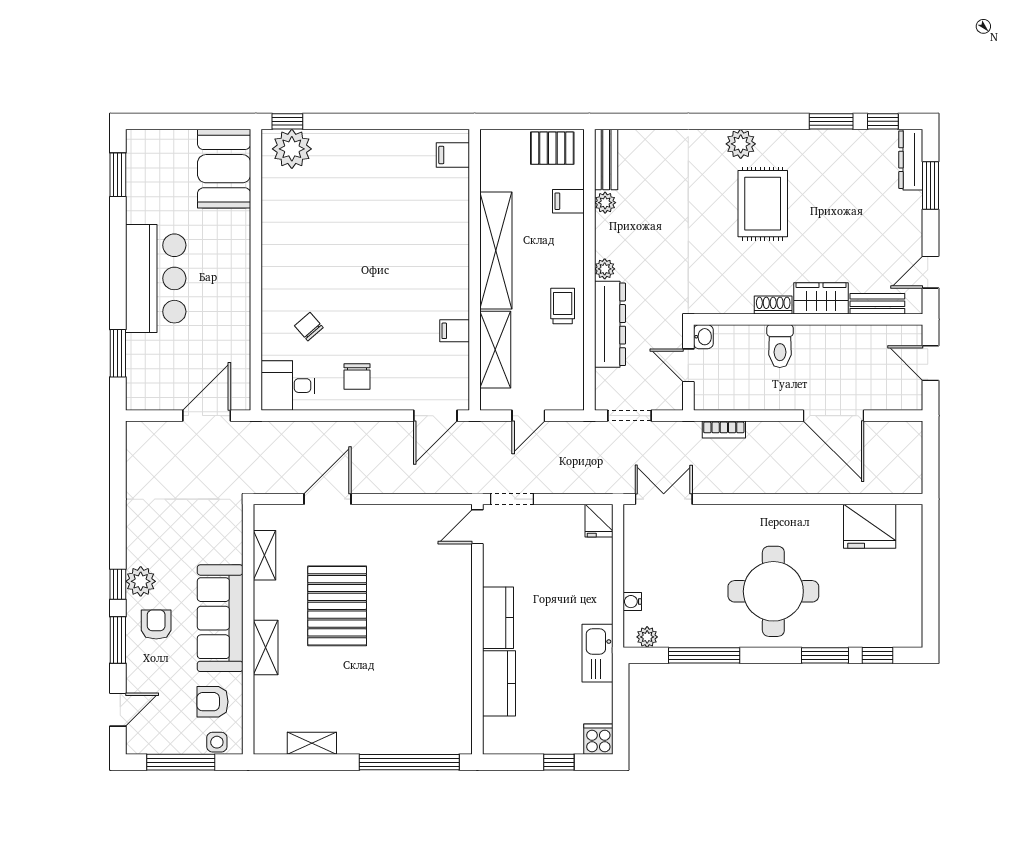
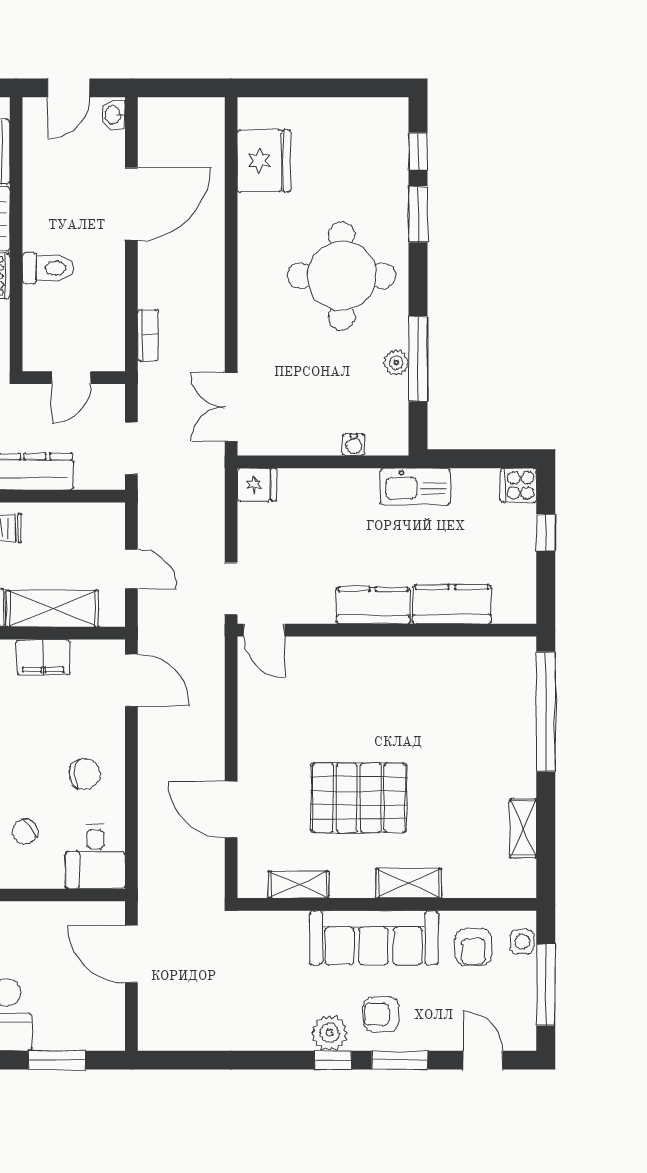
filing cabinet: (455, 331) -> (43, 657), width x2.00
washbasin: (703, 337) -> (113, 115), moved, turned -90
plant: (647, 637) -> (396, 363), moved

